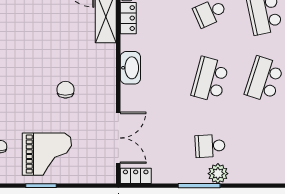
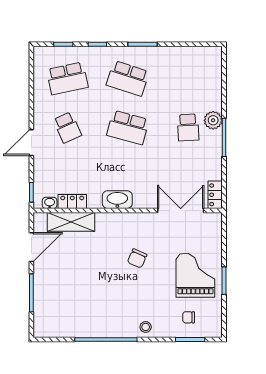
chair: (65, 90) -> (137, 258), turned -66

